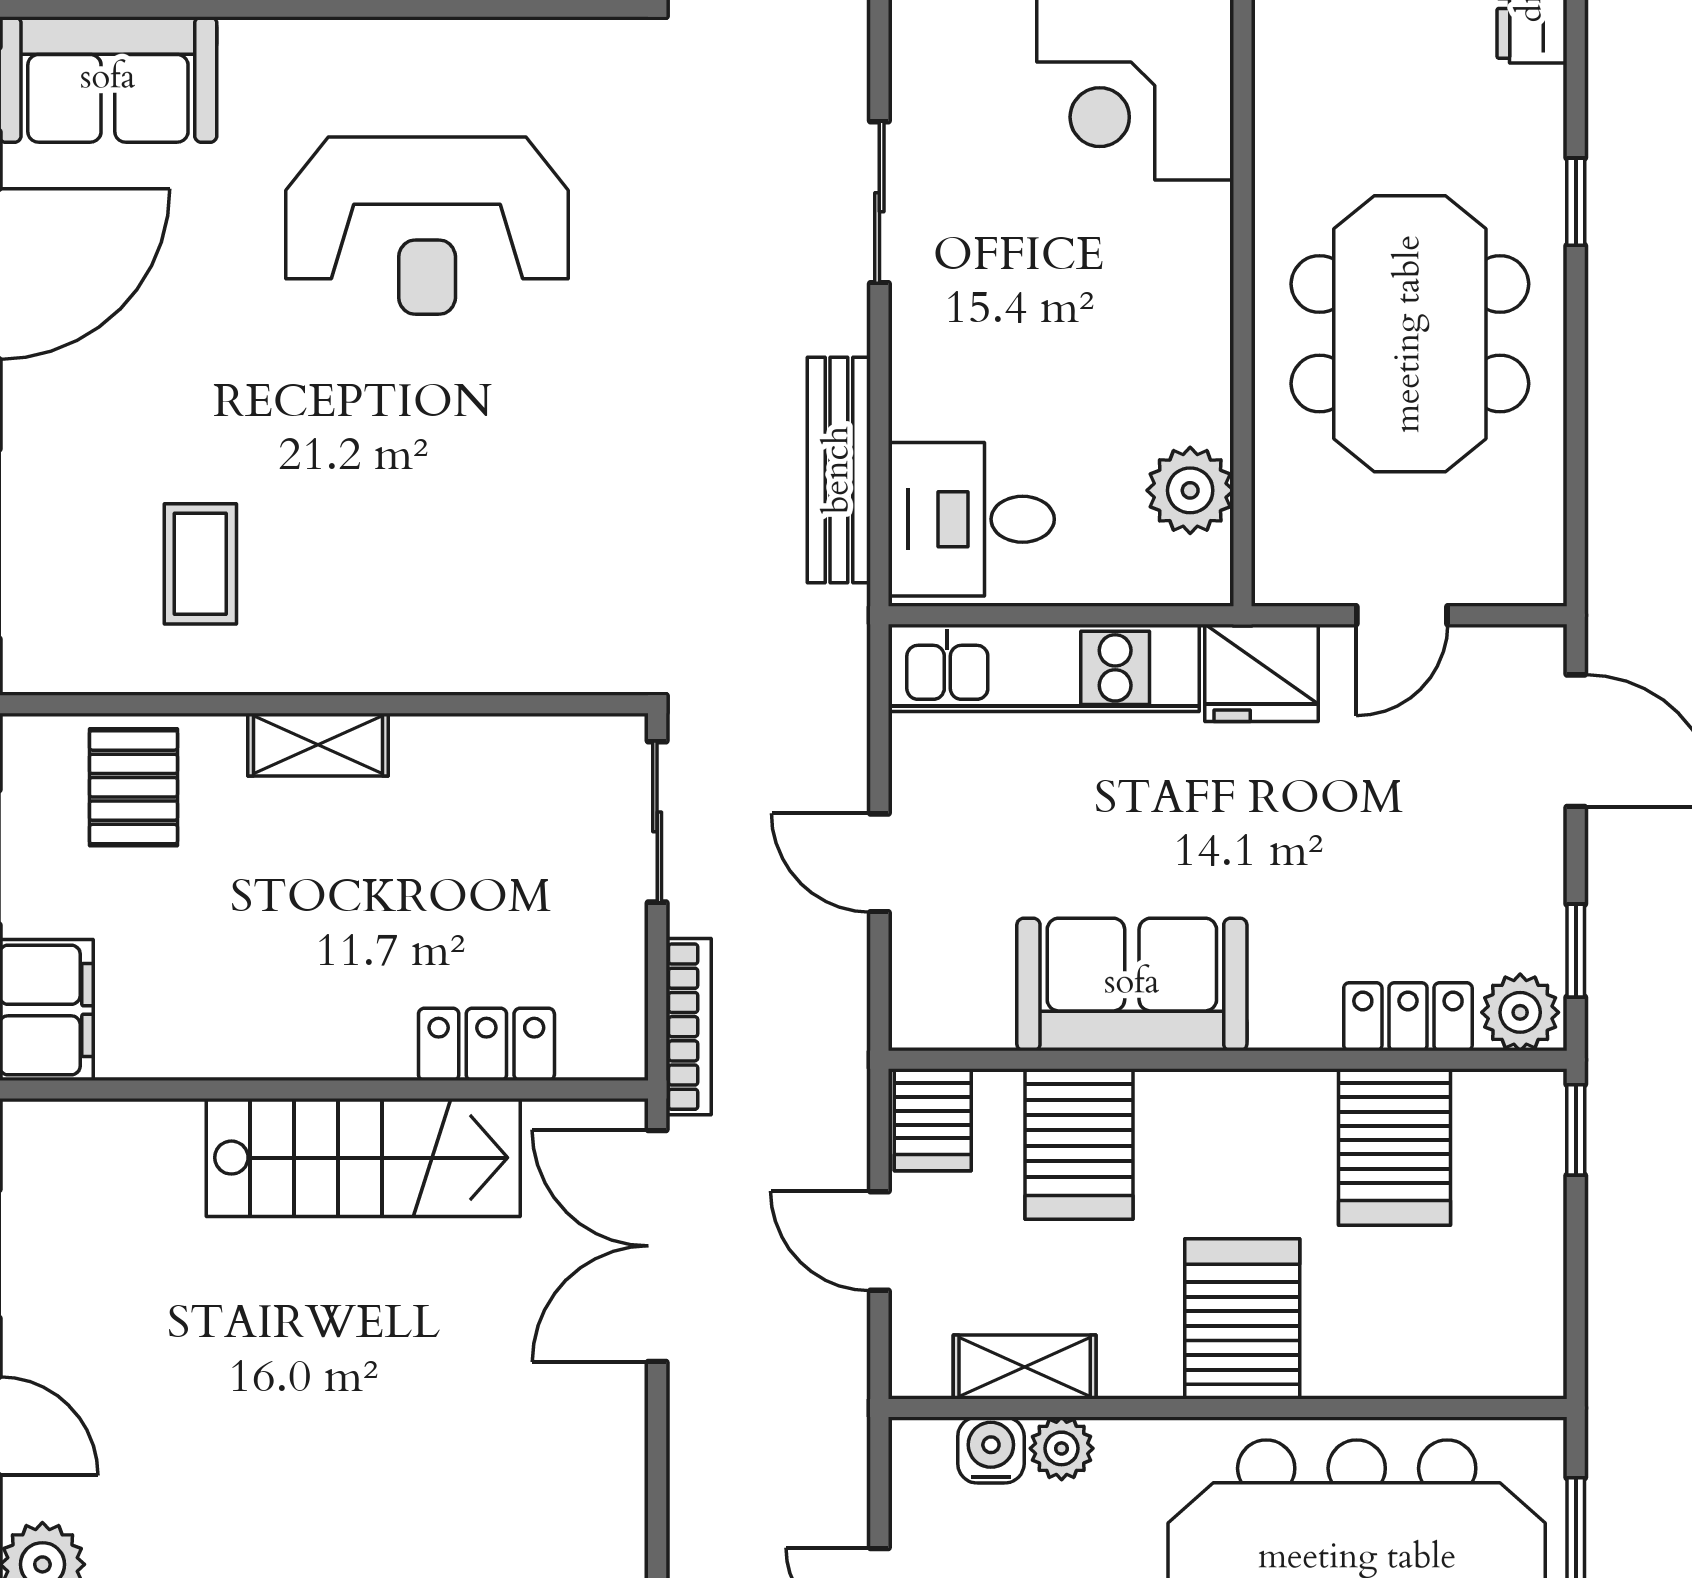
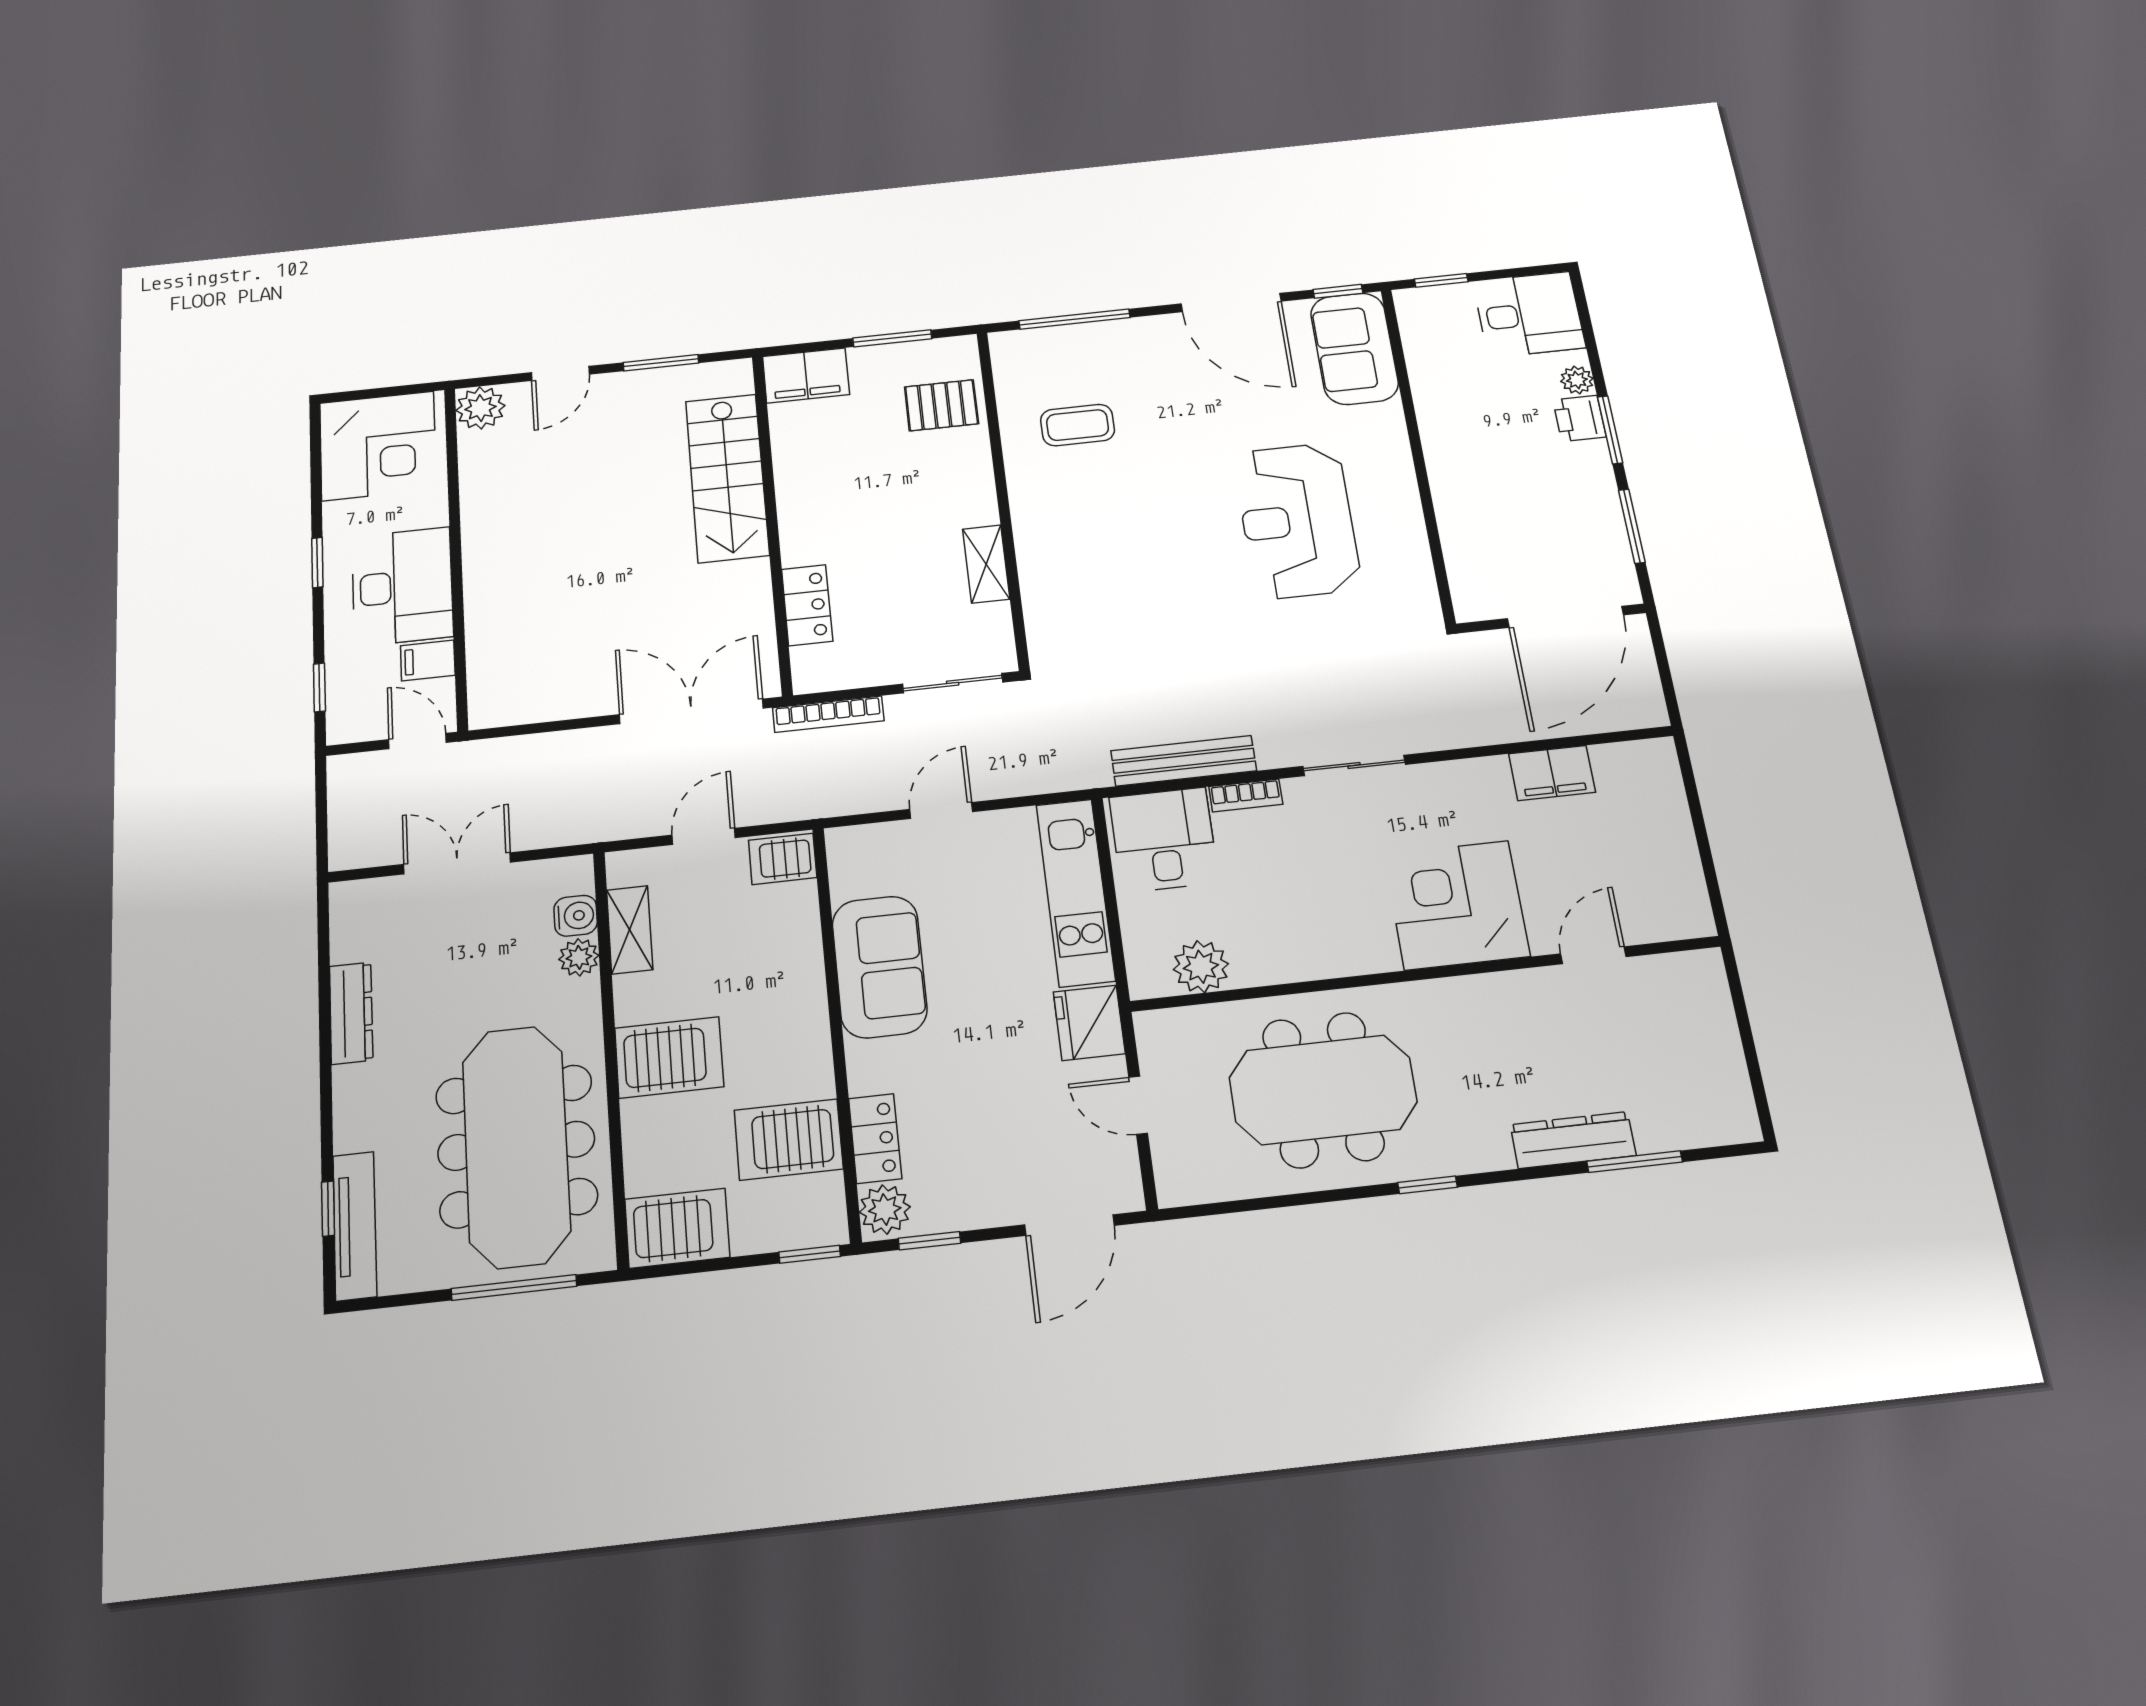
bookcase: (911, 380) -> (1246, 795), added
shelving: (318, 745) -> (986, 564), moved
server rack: (1079, 1144) -> (677, 1228), moved, turned 180
stairs: (363, 1158) -> (727, 478), moved

